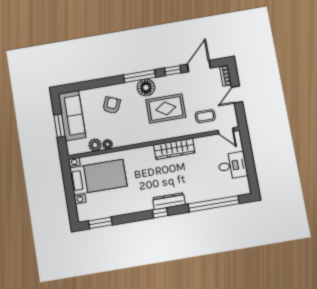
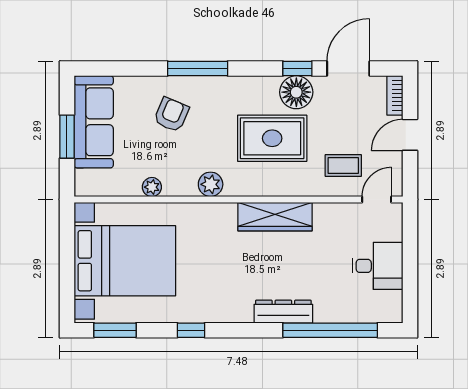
window: (140, 76) -> (198, 69), moved
floor lamp: (146, 88) -> (296, 92), moved
door: (226, 131) -> (377, 199), swing flipped
plant: (95, 145) -> (211, 184), moved
bed with nightstands: (98, 177) -> (125, 261), width x1.36
dresser: (169, 201) -> (283, 312), moved
window: (160, 213) -> (191, 330), moved

